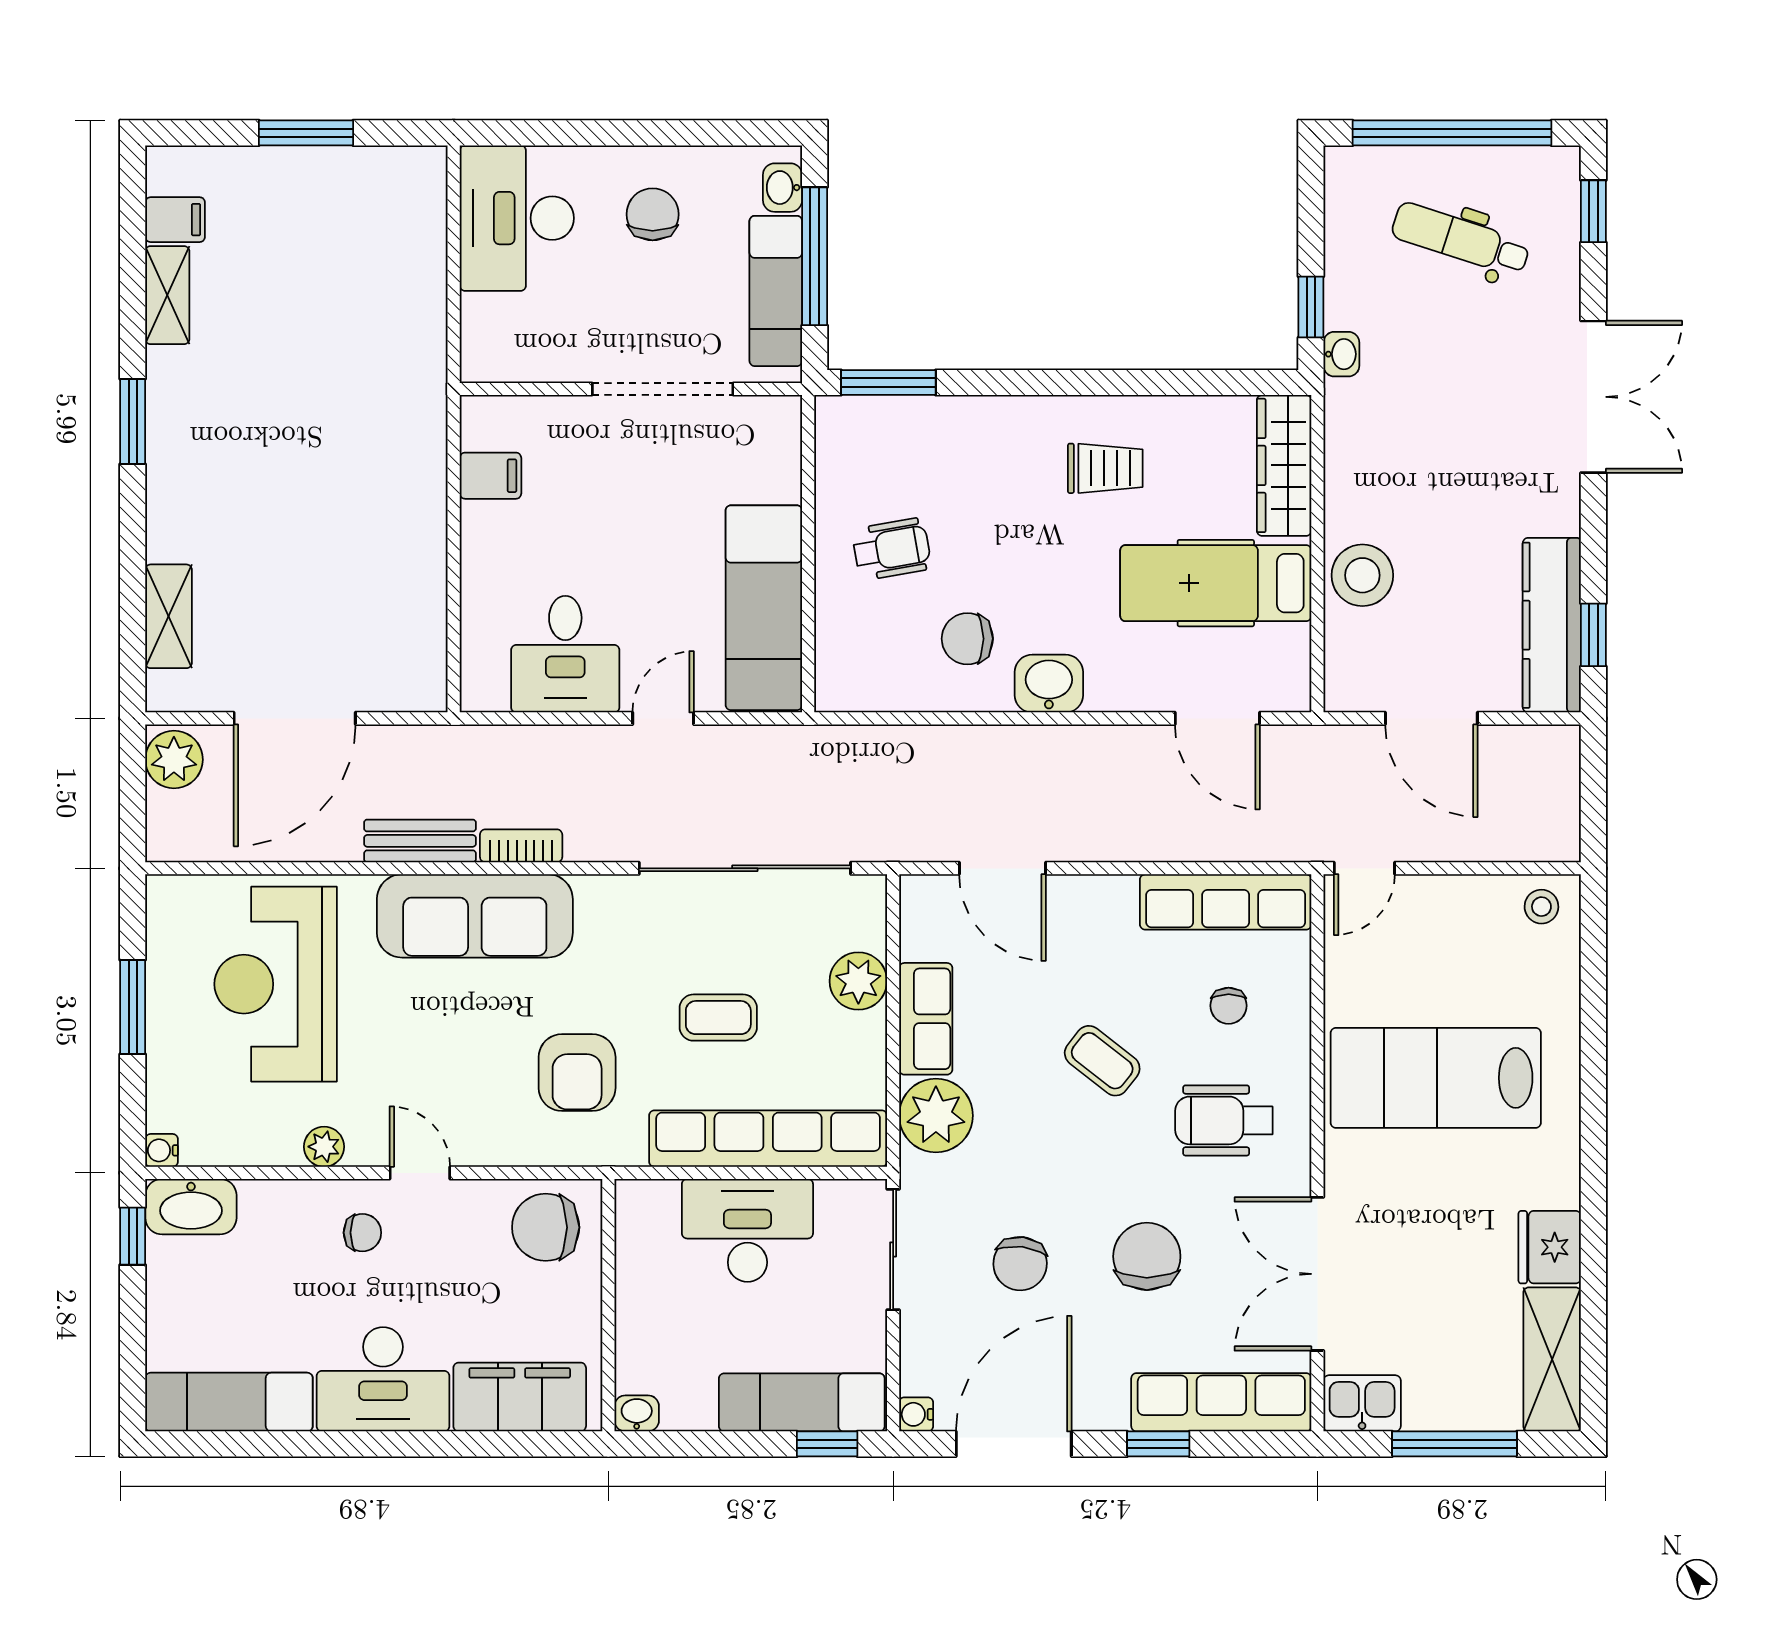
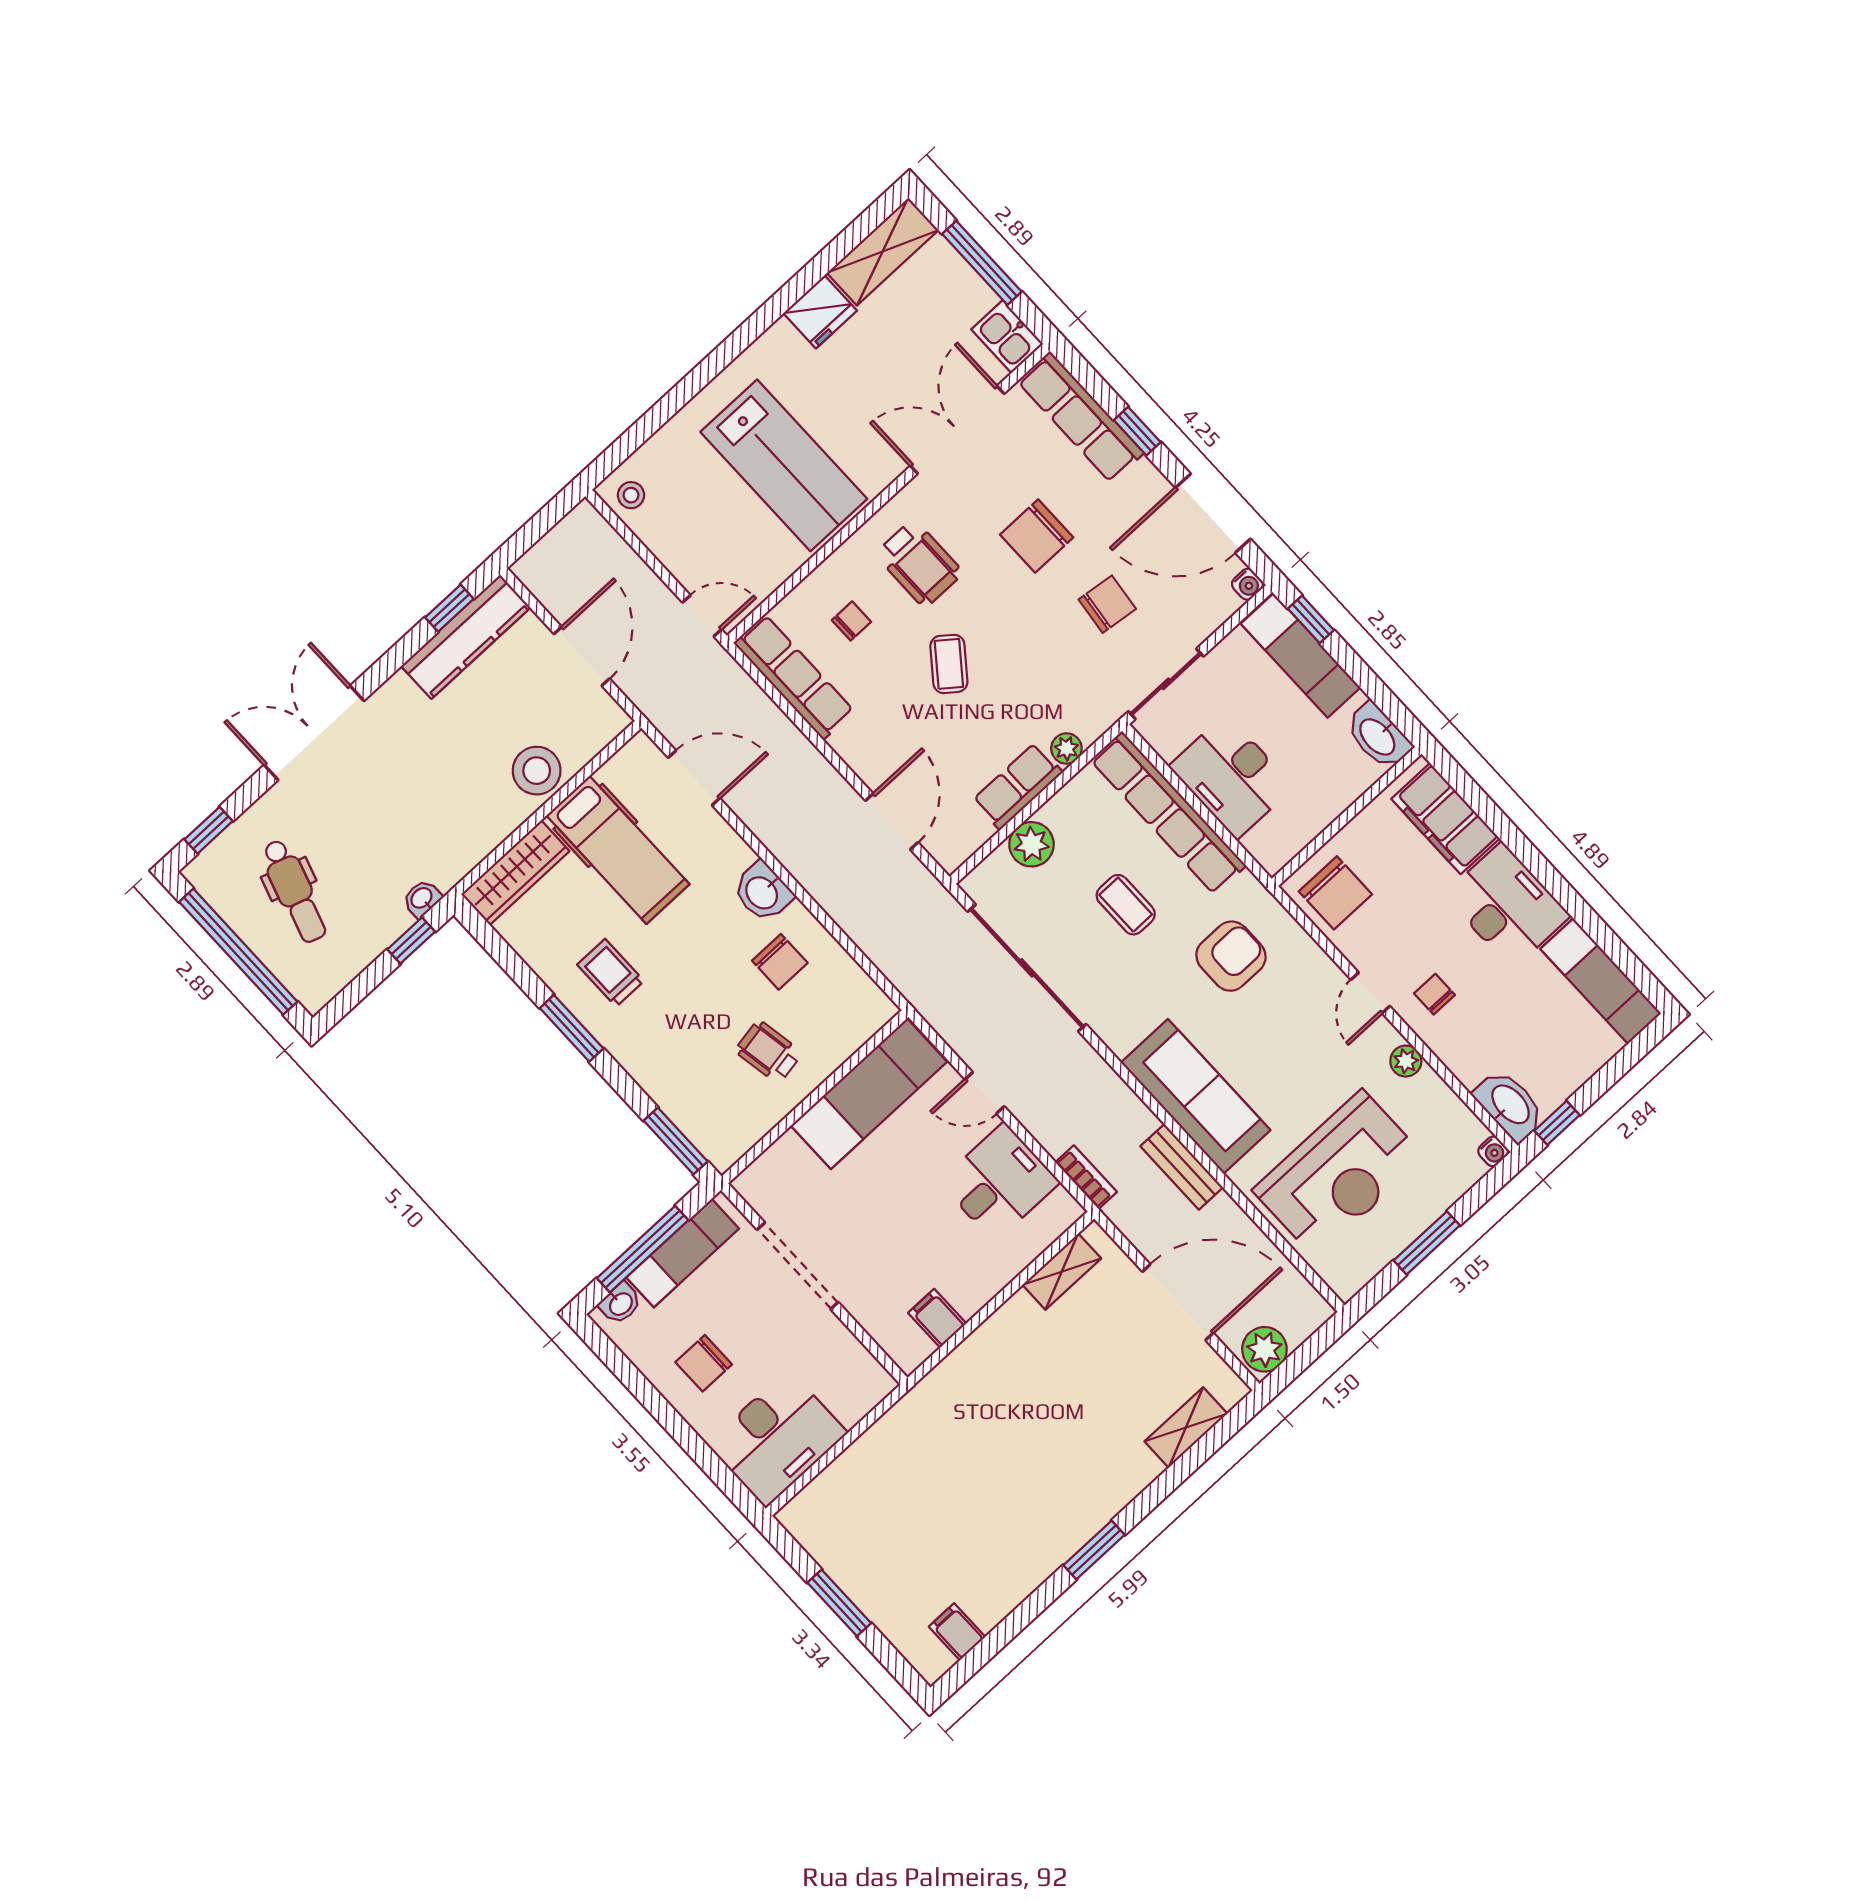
shelving: (167, 295) -> (1062, 1272), moved
window: (1087, 383) -> (572, 1028), added
door: (1217, 718) -> (694, 778), hinge flipped
bookcase: (521, 846) -> (1086, 1177), moved, turned 180
plant: (936, 1116) -> (1066, 748), width x0.53, depth x0.53
double door: (1317, 1274) -> (957, 430), swing flipped
washbasin: (637, 1413) -> (1378, 736), width x1.91, depth x1.45

